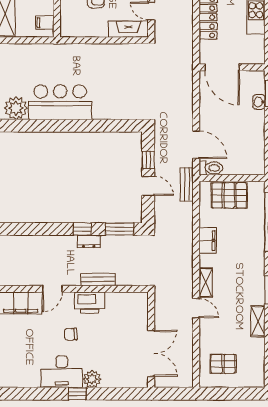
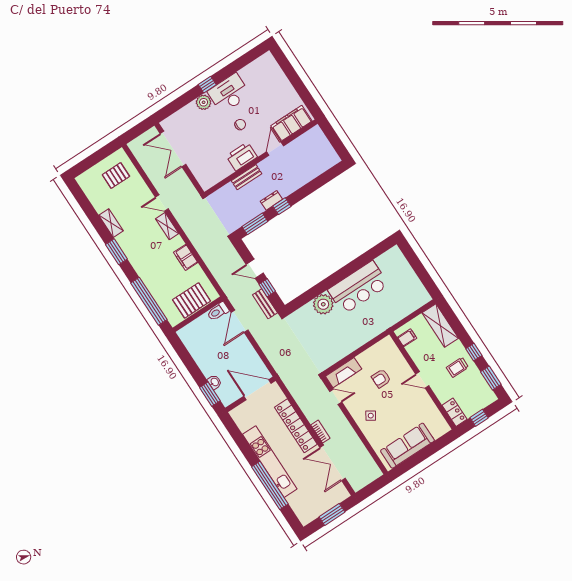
plant: (16, 108) -> (323, 304), moved
door: (196, 145) -> (240, 321), hinge flipped
bench: (187, 184) -> (265, 304), moved

